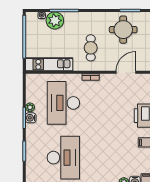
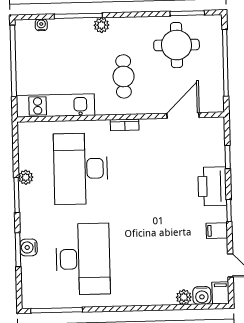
plant: (55, 20) -> (101, 25), moved, width x0.53, depth x0.53
water cooler: (31, 118) -> (29, 247), moved

